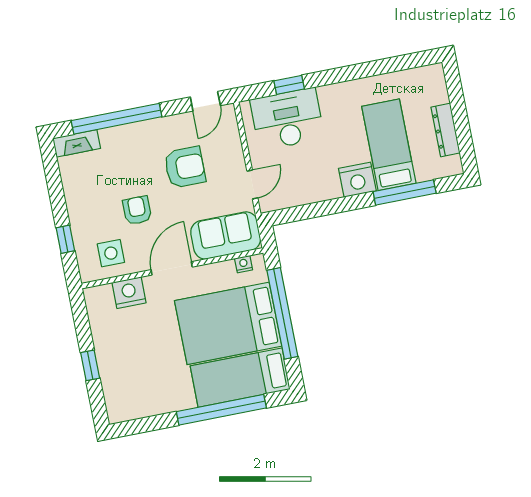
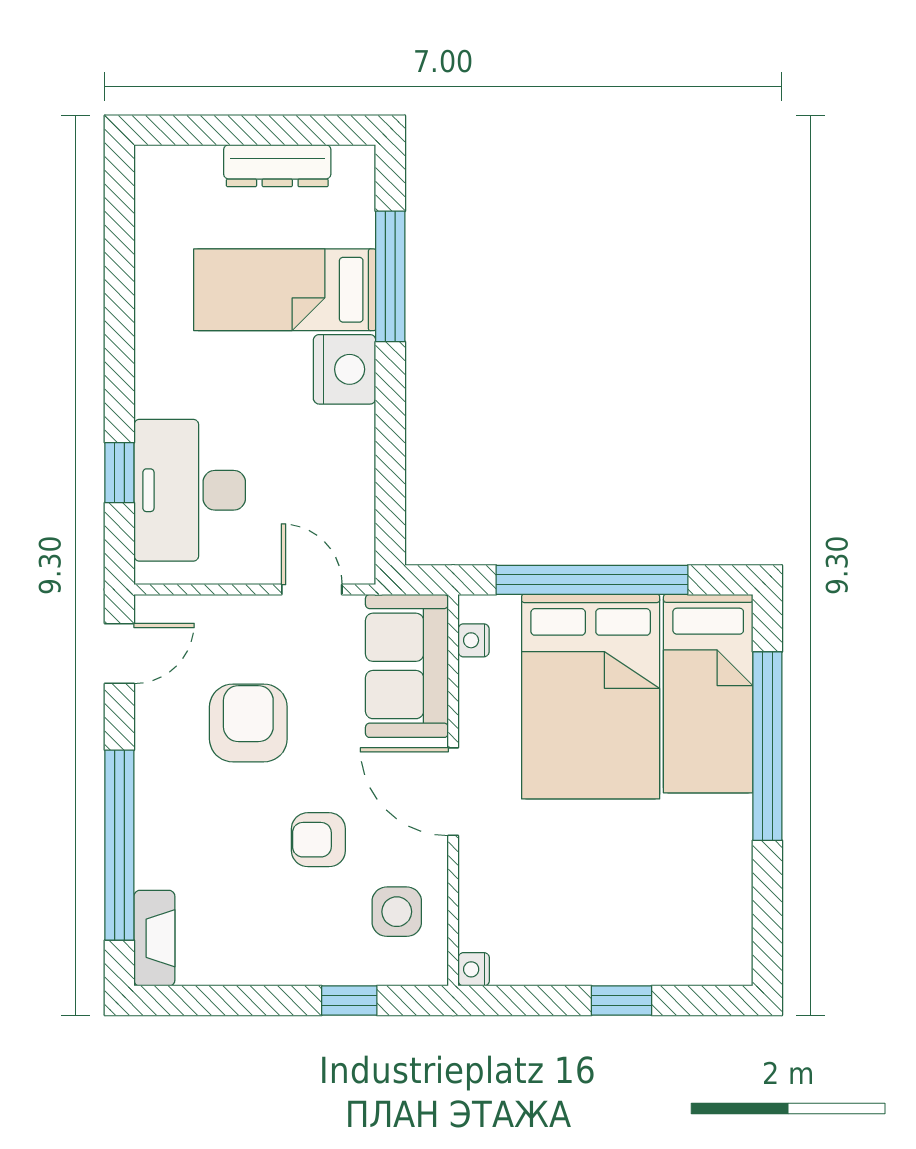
door: (205, 101) -> (119, 653), hinge flipped
nightstand: (129, 293) -> (474, 969), moved, width x0.53, depth x0.56

